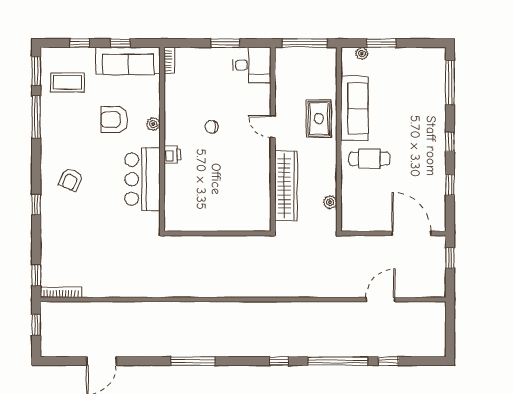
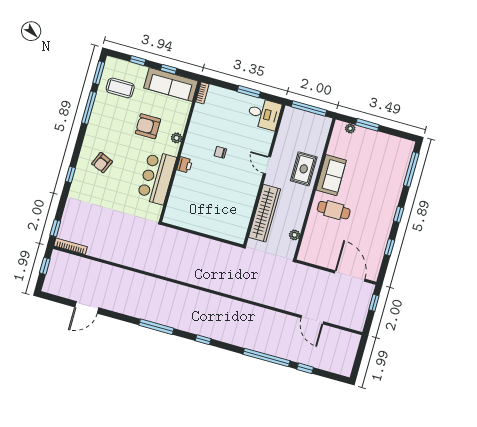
sofa: (354, 108) -> (331, 175), width x0.73
door: (381, 300) -> (312, 320), swing flipped
window: (279, 361) -> (203, 340), moved

